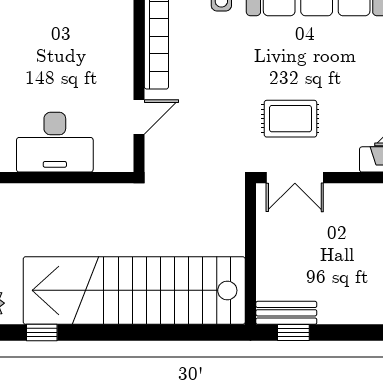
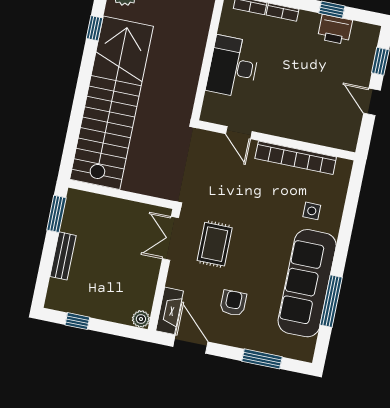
armchair: (362, 79) -> (233, 303), added
bench: (286, 313) -> (63, 256), moved
window: (293, 333) -> (56, 214), width x1.50

